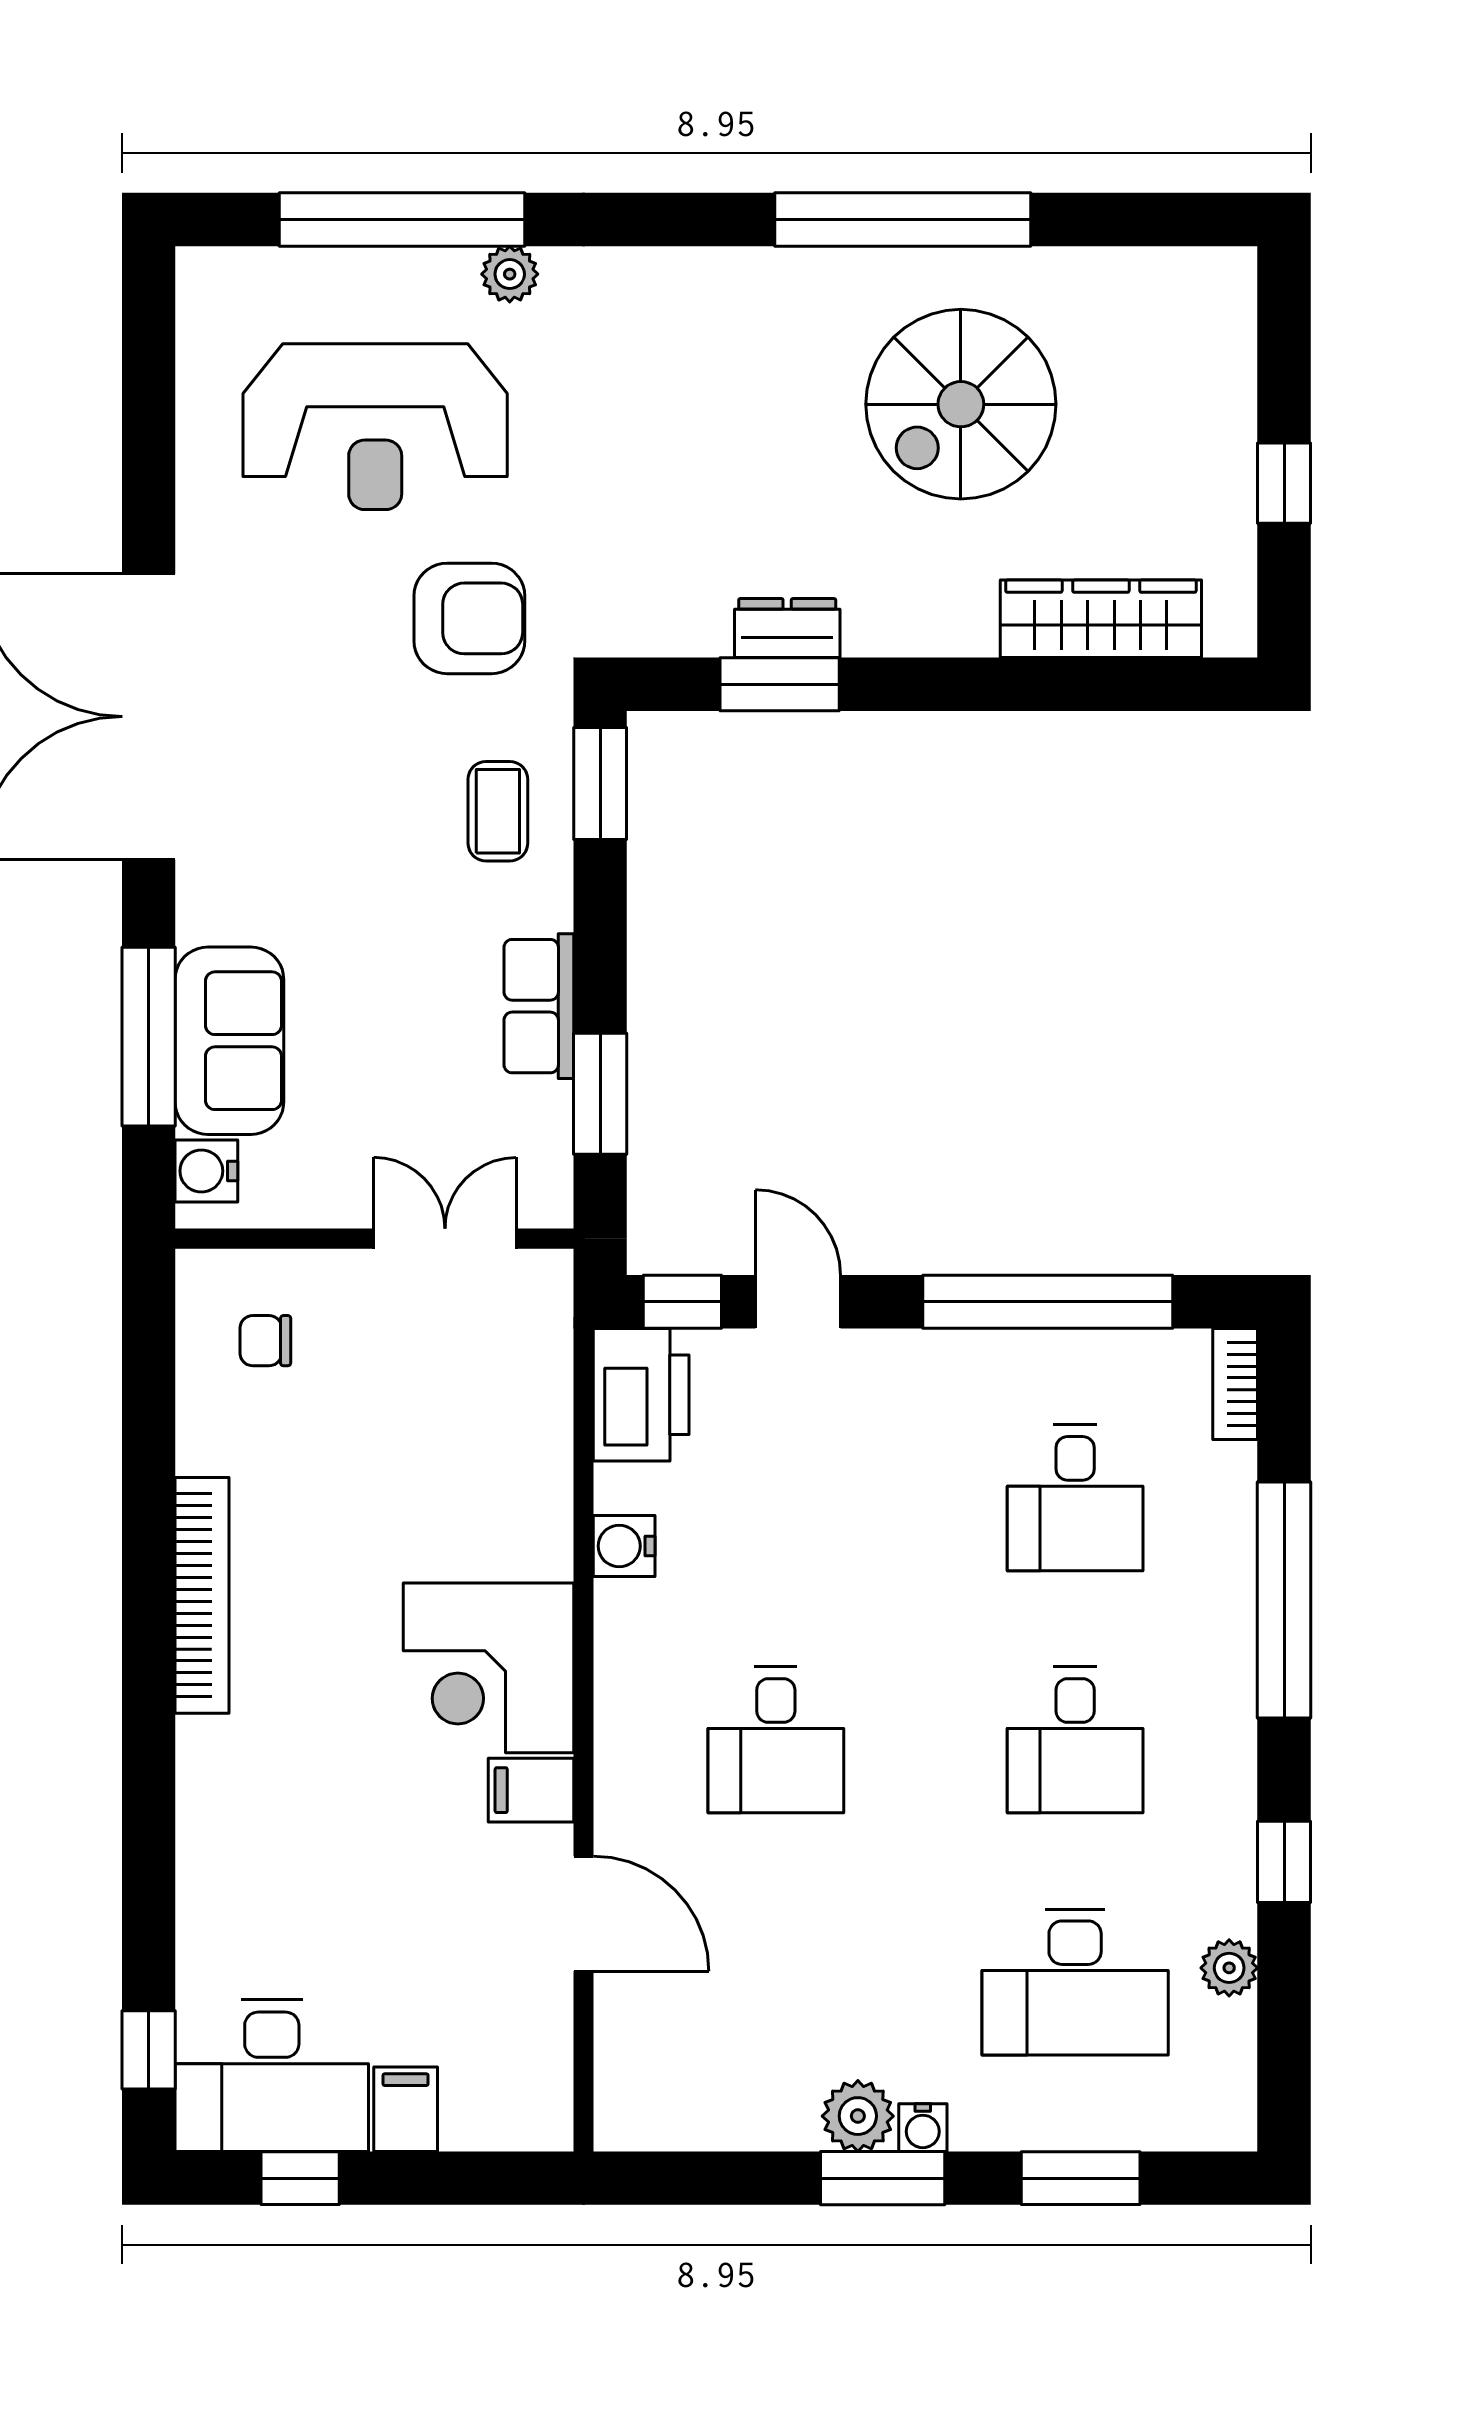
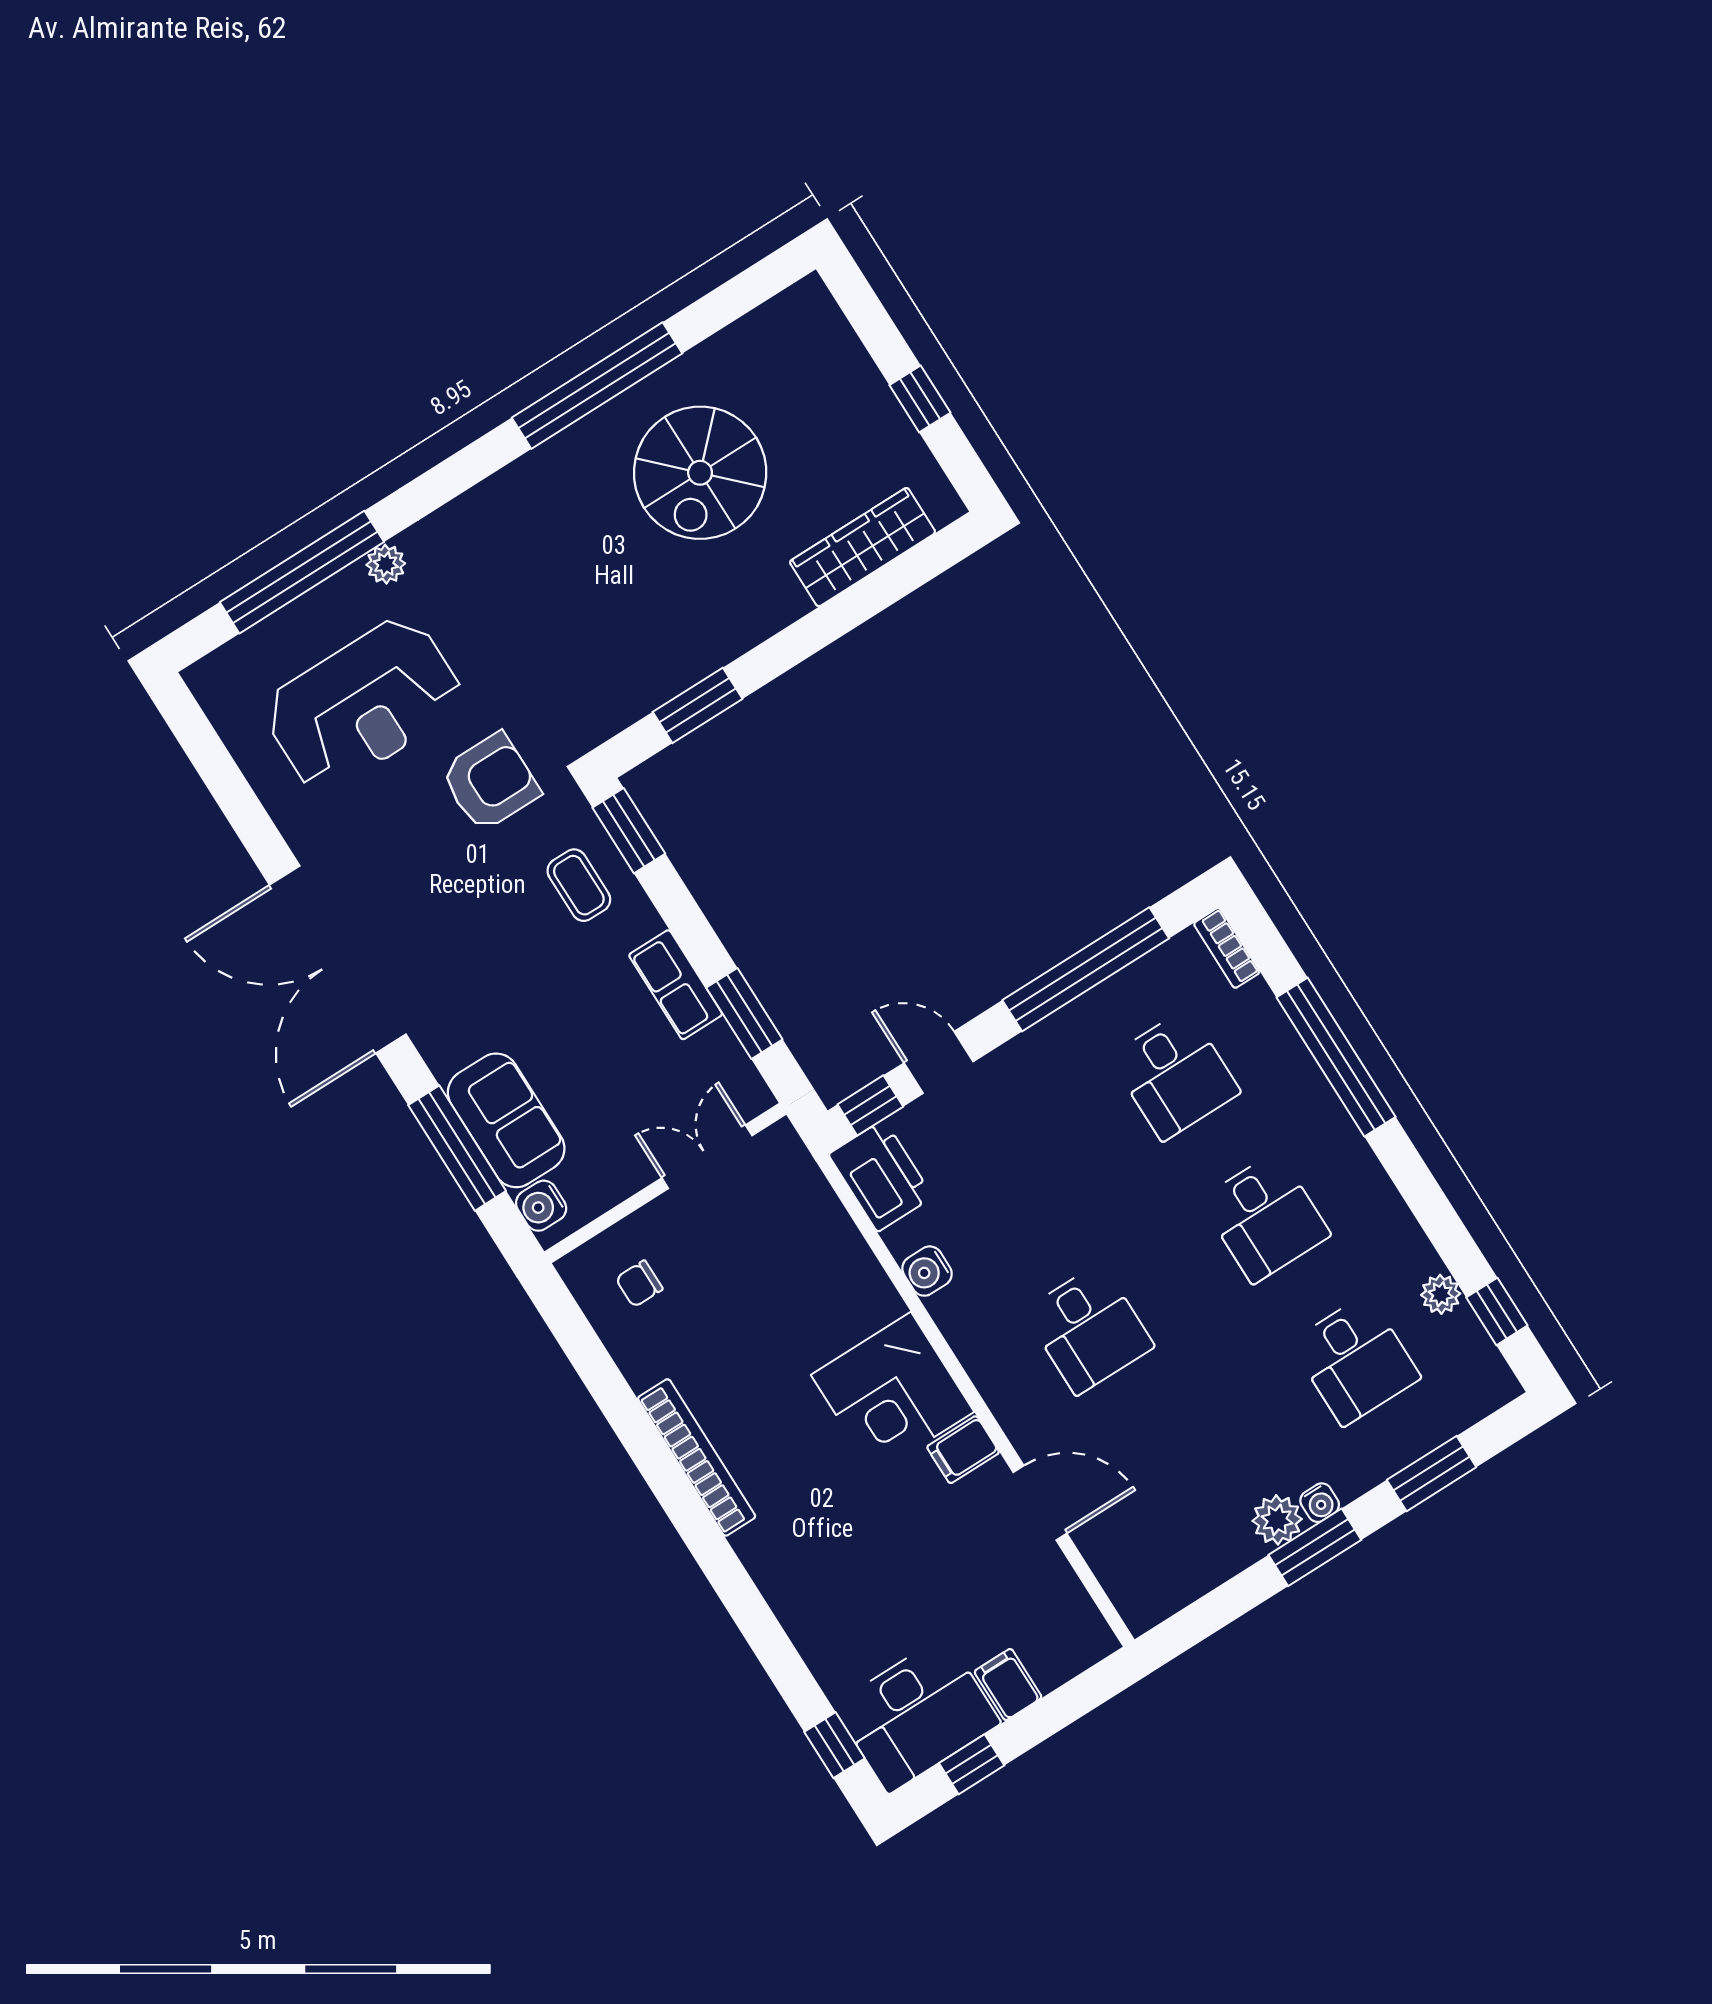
dresser: (787, 628) -> (681, 669), removed
window: (1284, 1862) -> (1497, 1311), moved
desk: (1075, 1982) -> (1355, 1360), width x0.73

